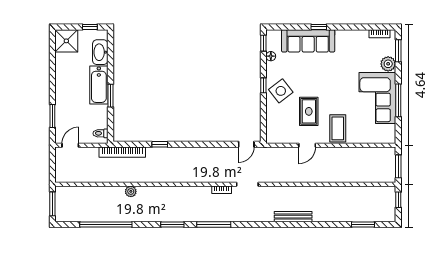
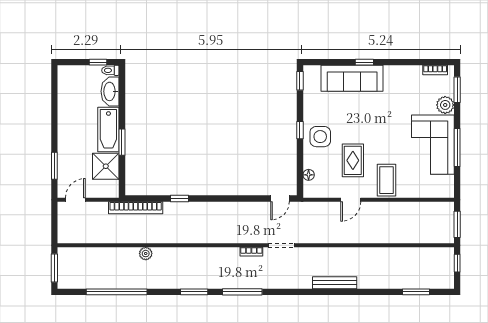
shower: (66, 41) -> (106, 166), moved
floor lamp: (271, 56) -> (309, 175), moved
side table: (281, 91) -> (320, 137), turned 38
toilet: (100, 133) -> (110, 70), moved

